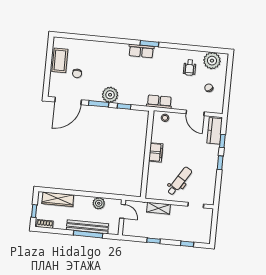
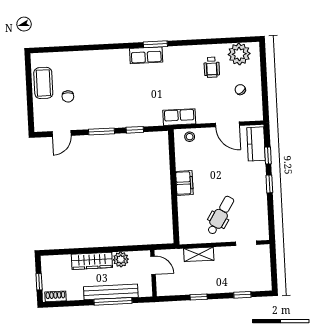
plant: (110, 95) -> (115, 118), removed
door: (68, 101) -> (62, 133), width x0.53
wardrobe: (58, 199) -> (92, 261), moved

